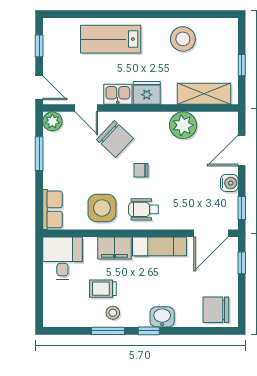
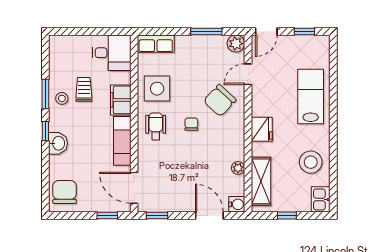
kitchen sink: (118, 94) -> (321, 199), moved, turned 180
plant: (183, 125) -> (238, 168), width x0.53, depth x0.53
water cooler: (229, 183) -> (237, 204), moved, turned -90

